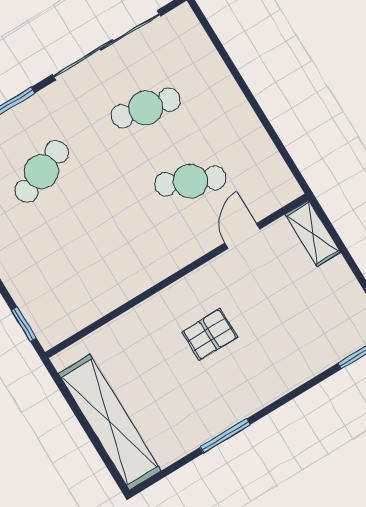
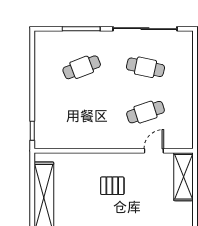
cafe table: (190, 181) -> (145, 112), turned -42
shelving: (313, 233) -> (183, 177), width x1.50, depth x1.33

